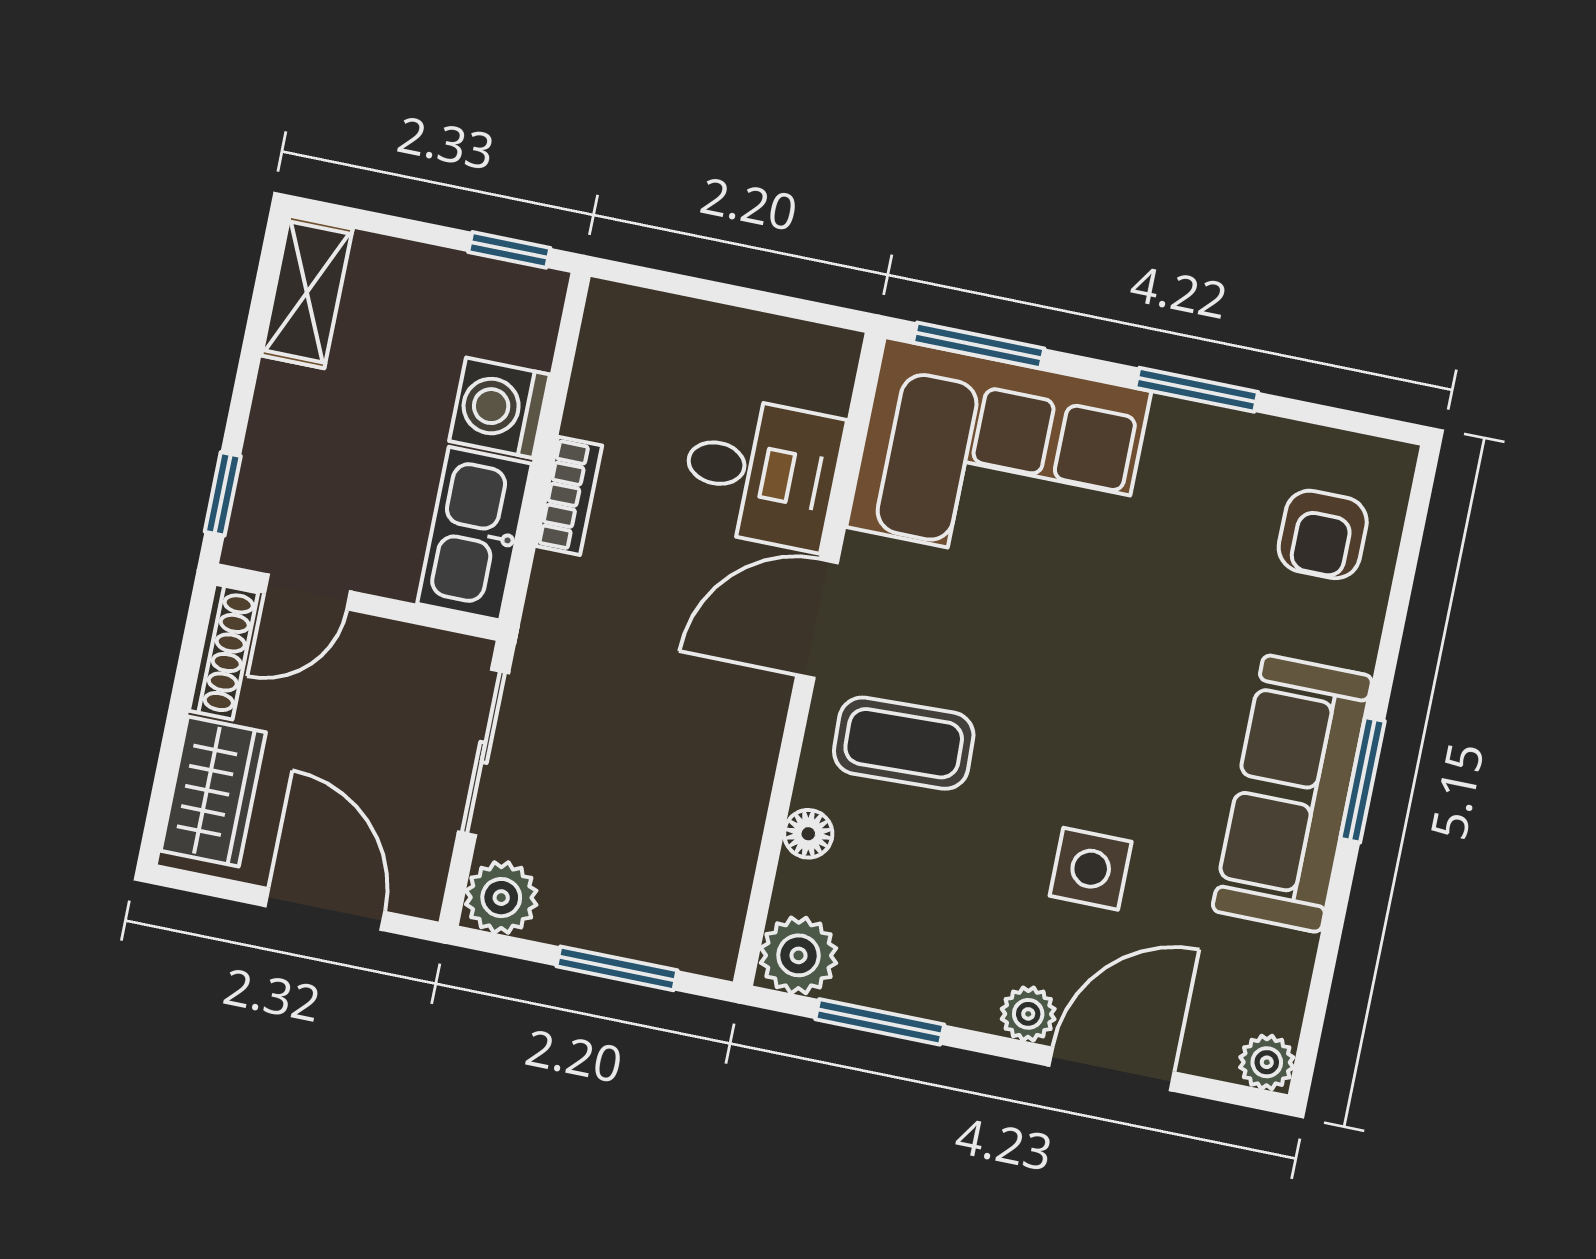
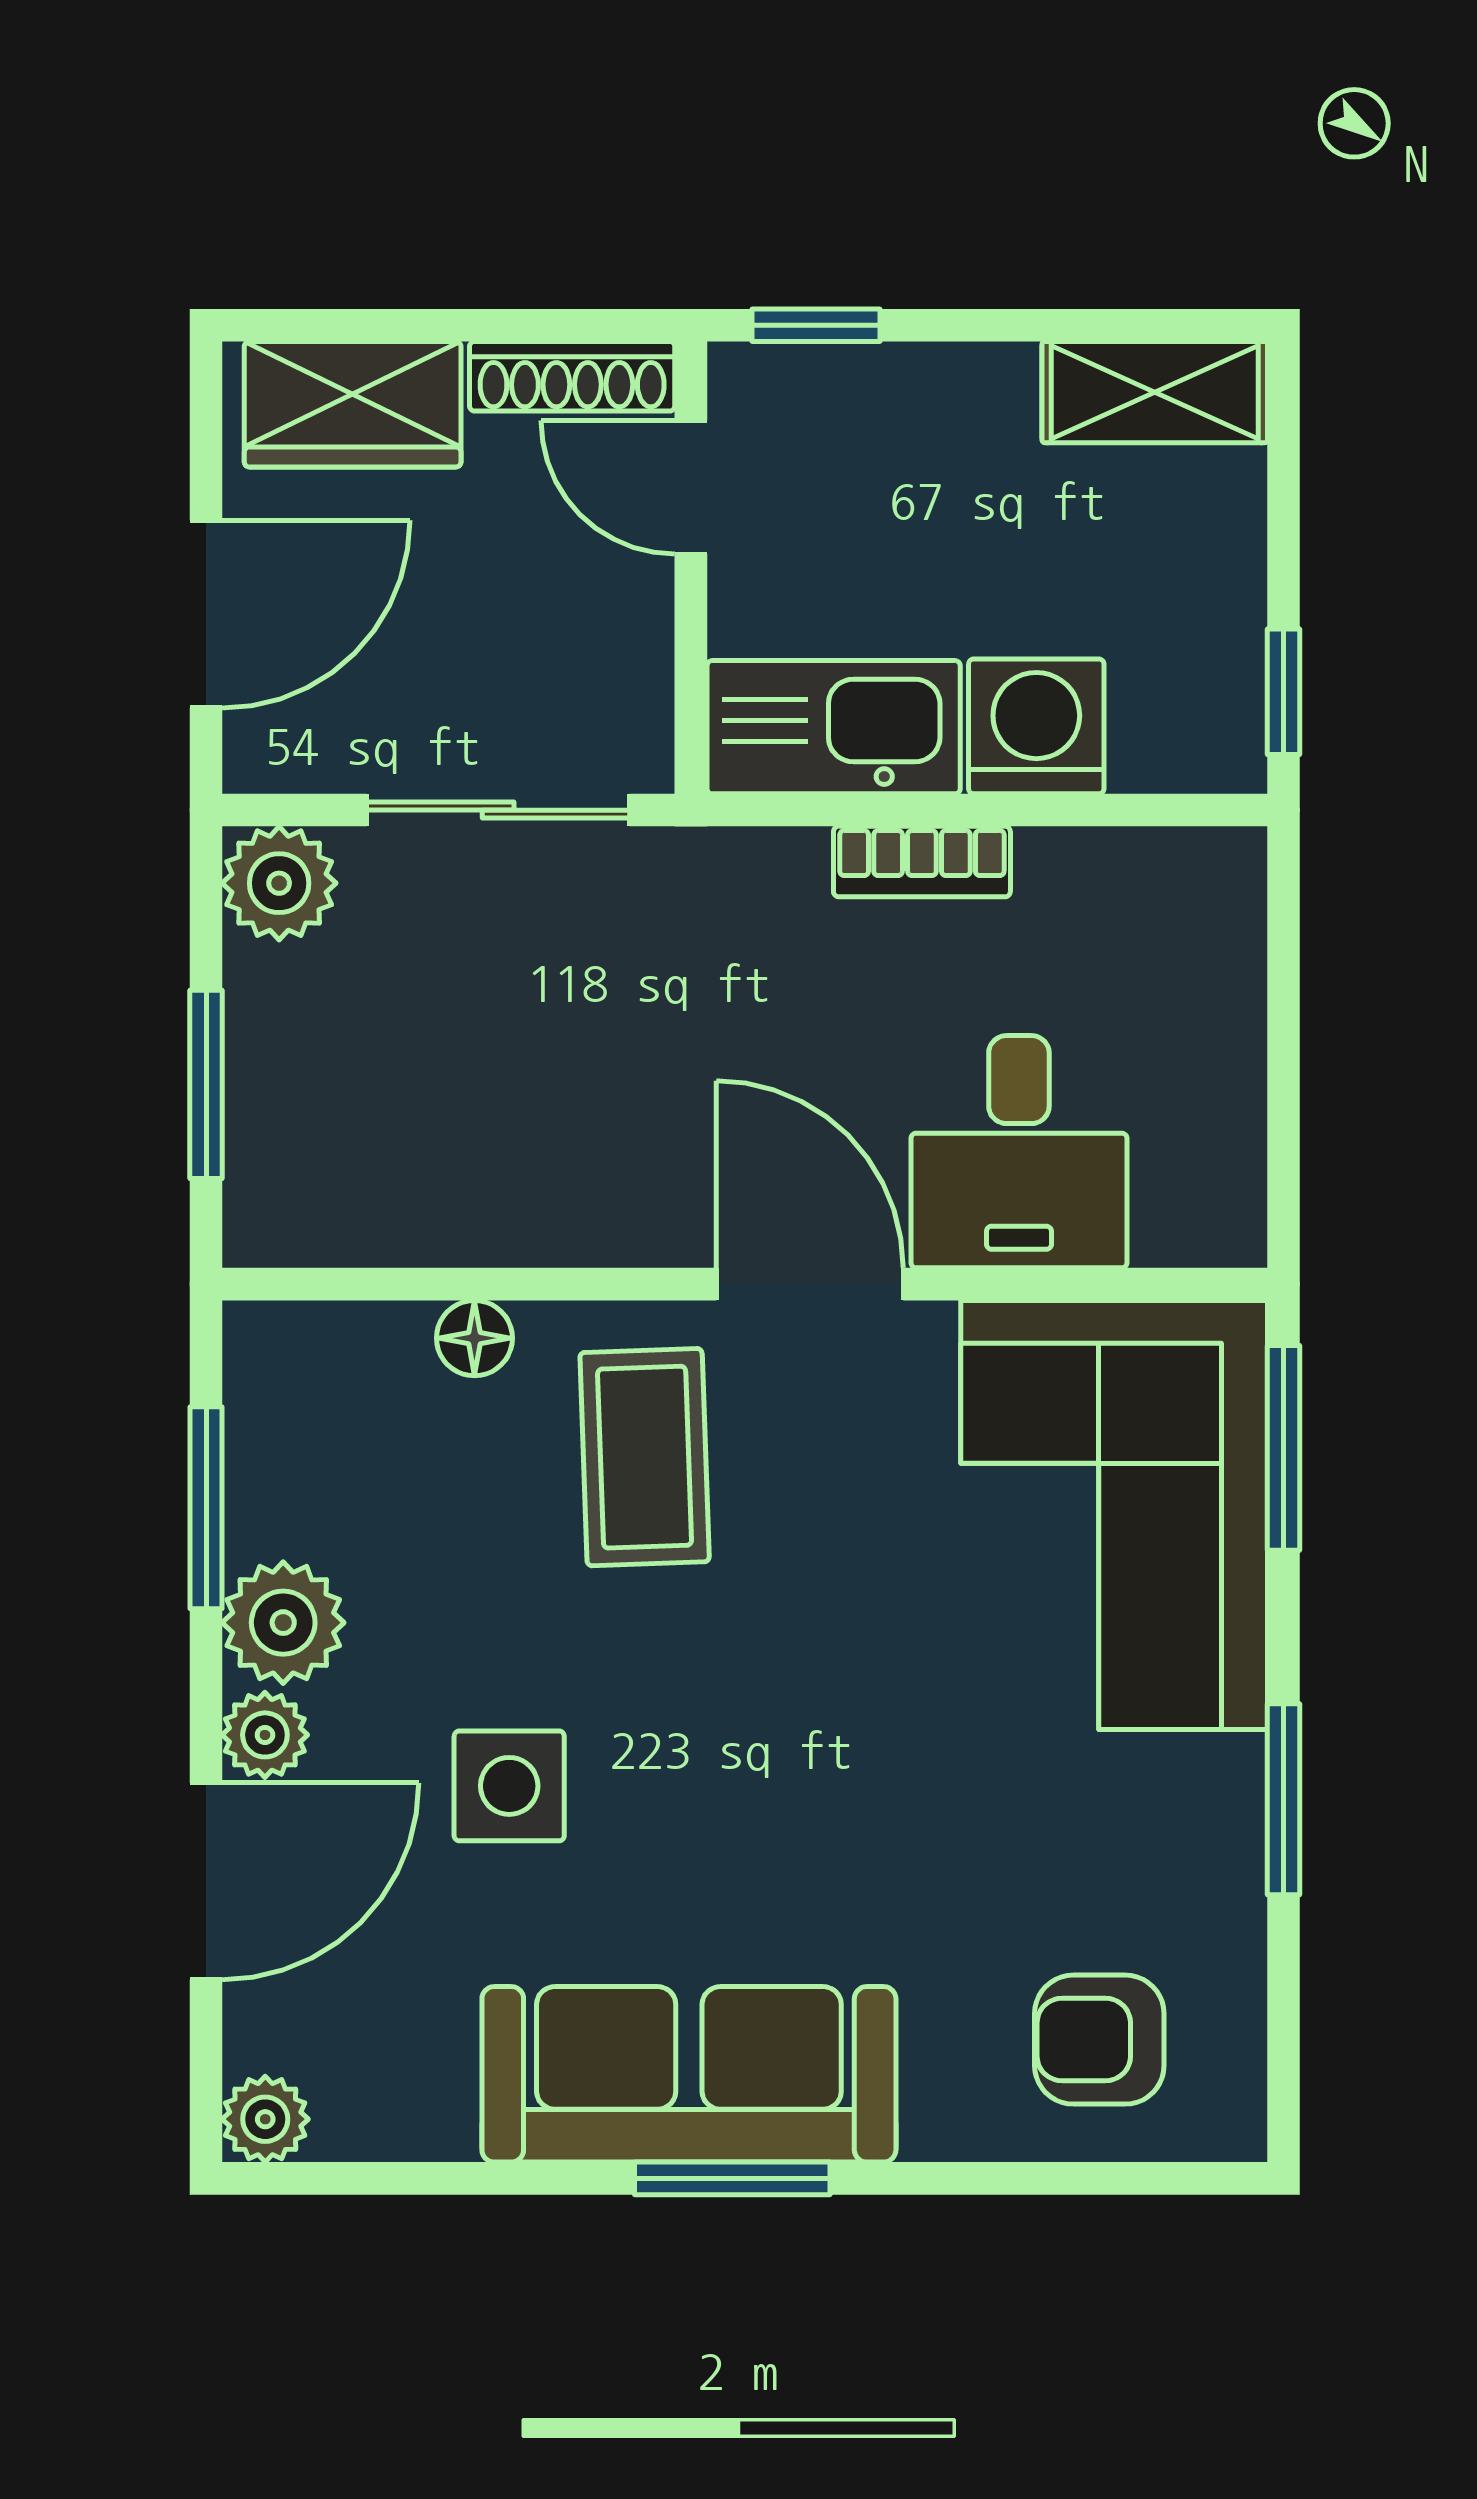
plant: (799, 955) -> (283, 1623), moved
door: (1112, 1069) -> (206, 1881), hinge flipped

